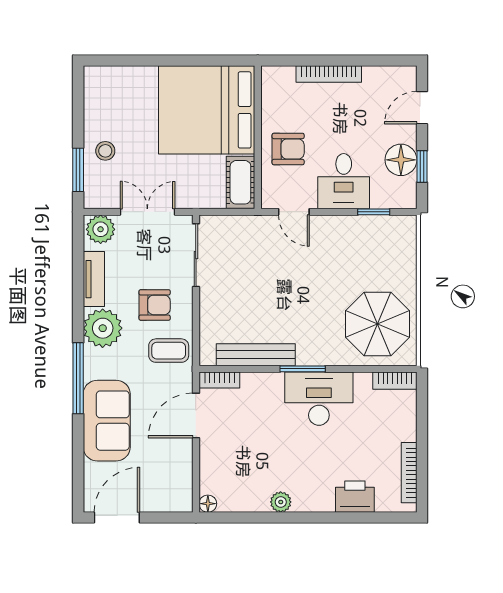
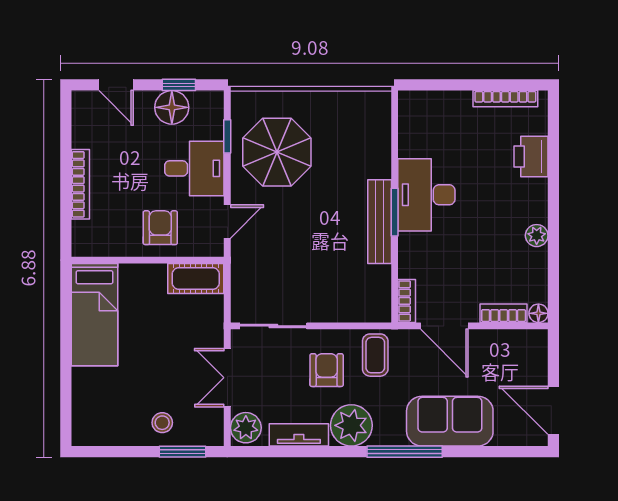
bed: (207, 110) -> (94, 315), width x0.49
parasol: (378, 324) -> (277, 152), moved
bench: (256, 355) -> (380, 222), moved
bookcase: (395, 381) -> (504, 313), moved, turned -90

